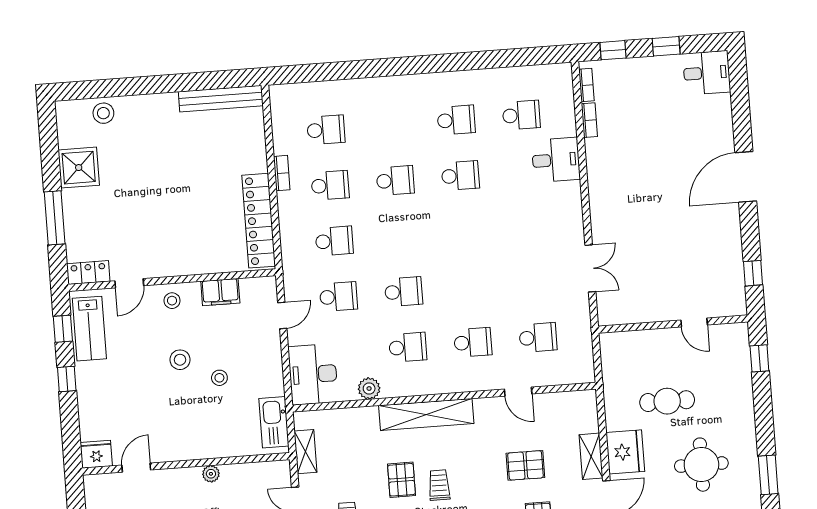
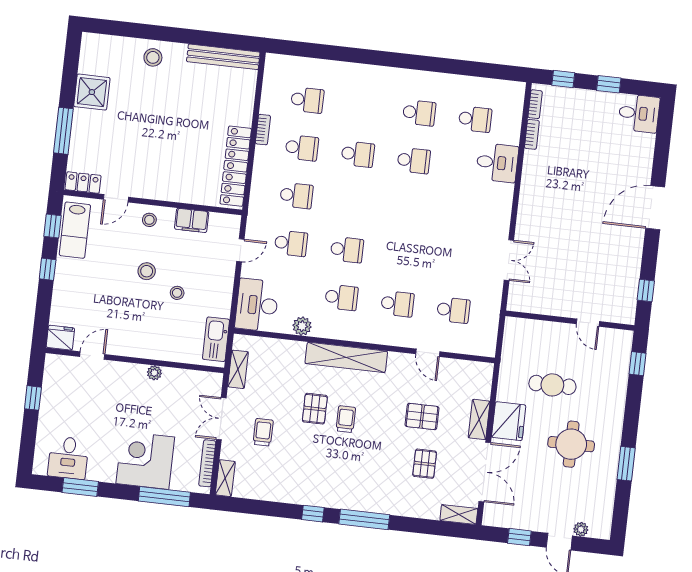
stool: (103, 113) -> (153, 57), moved

